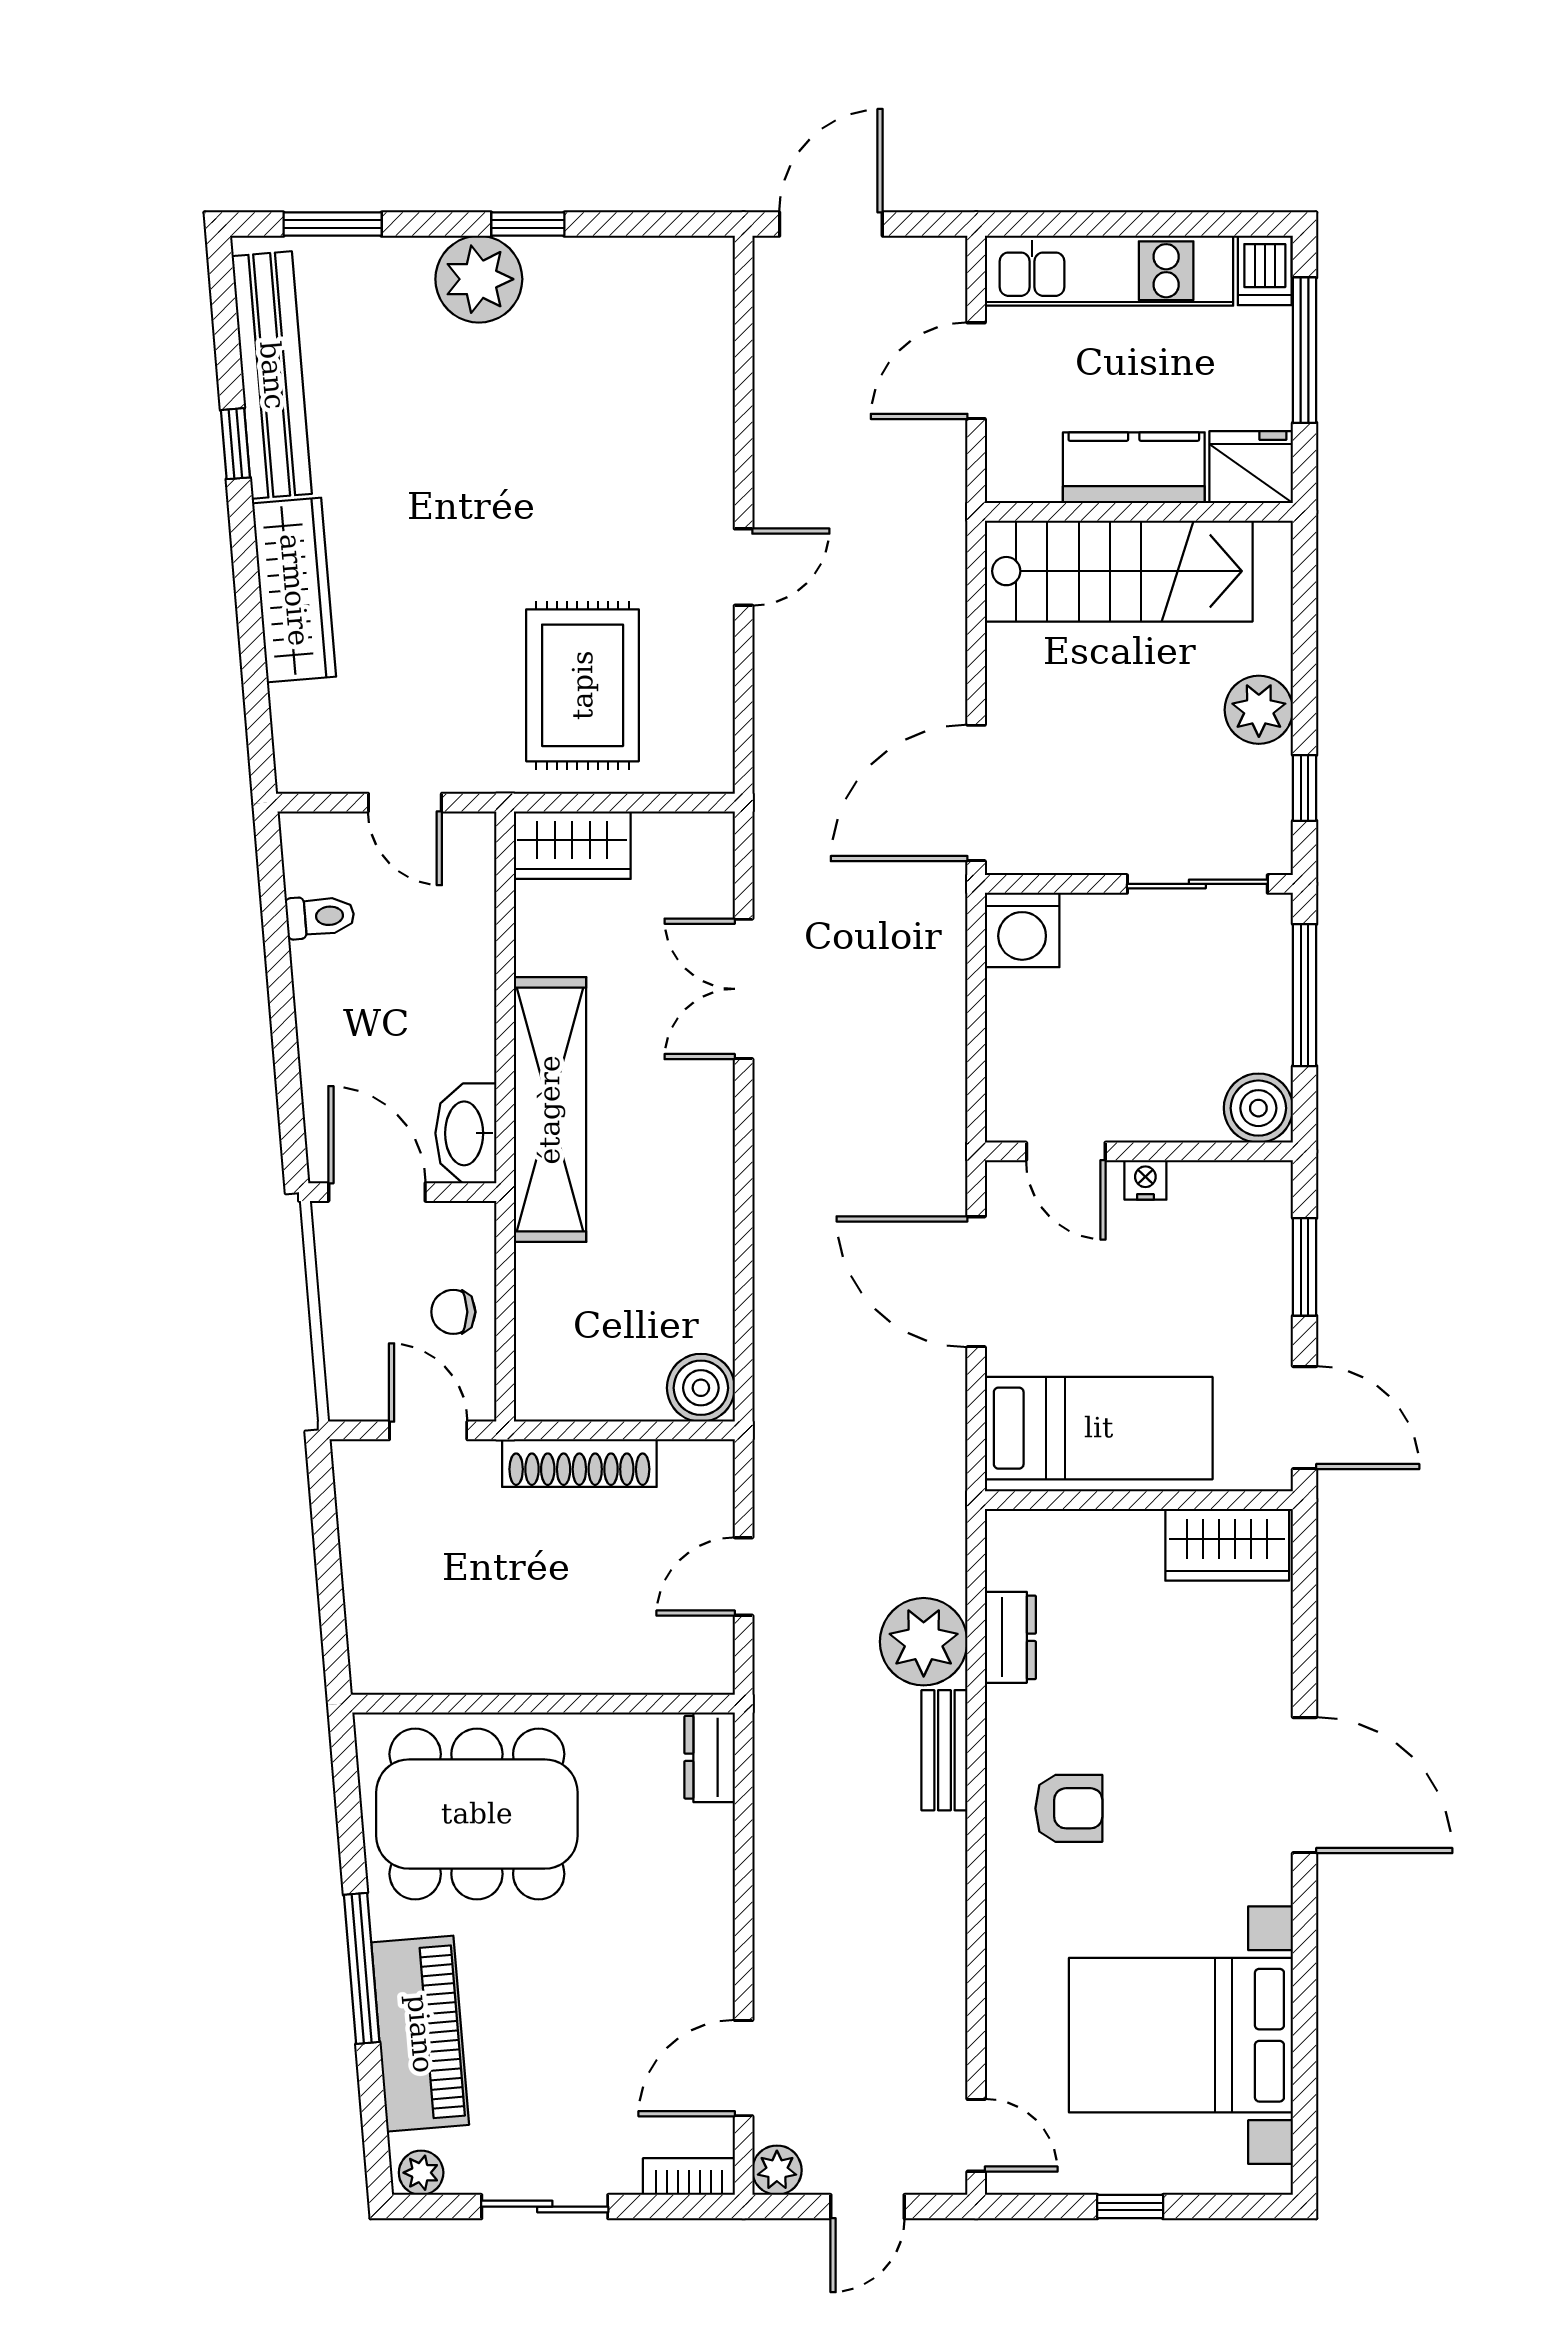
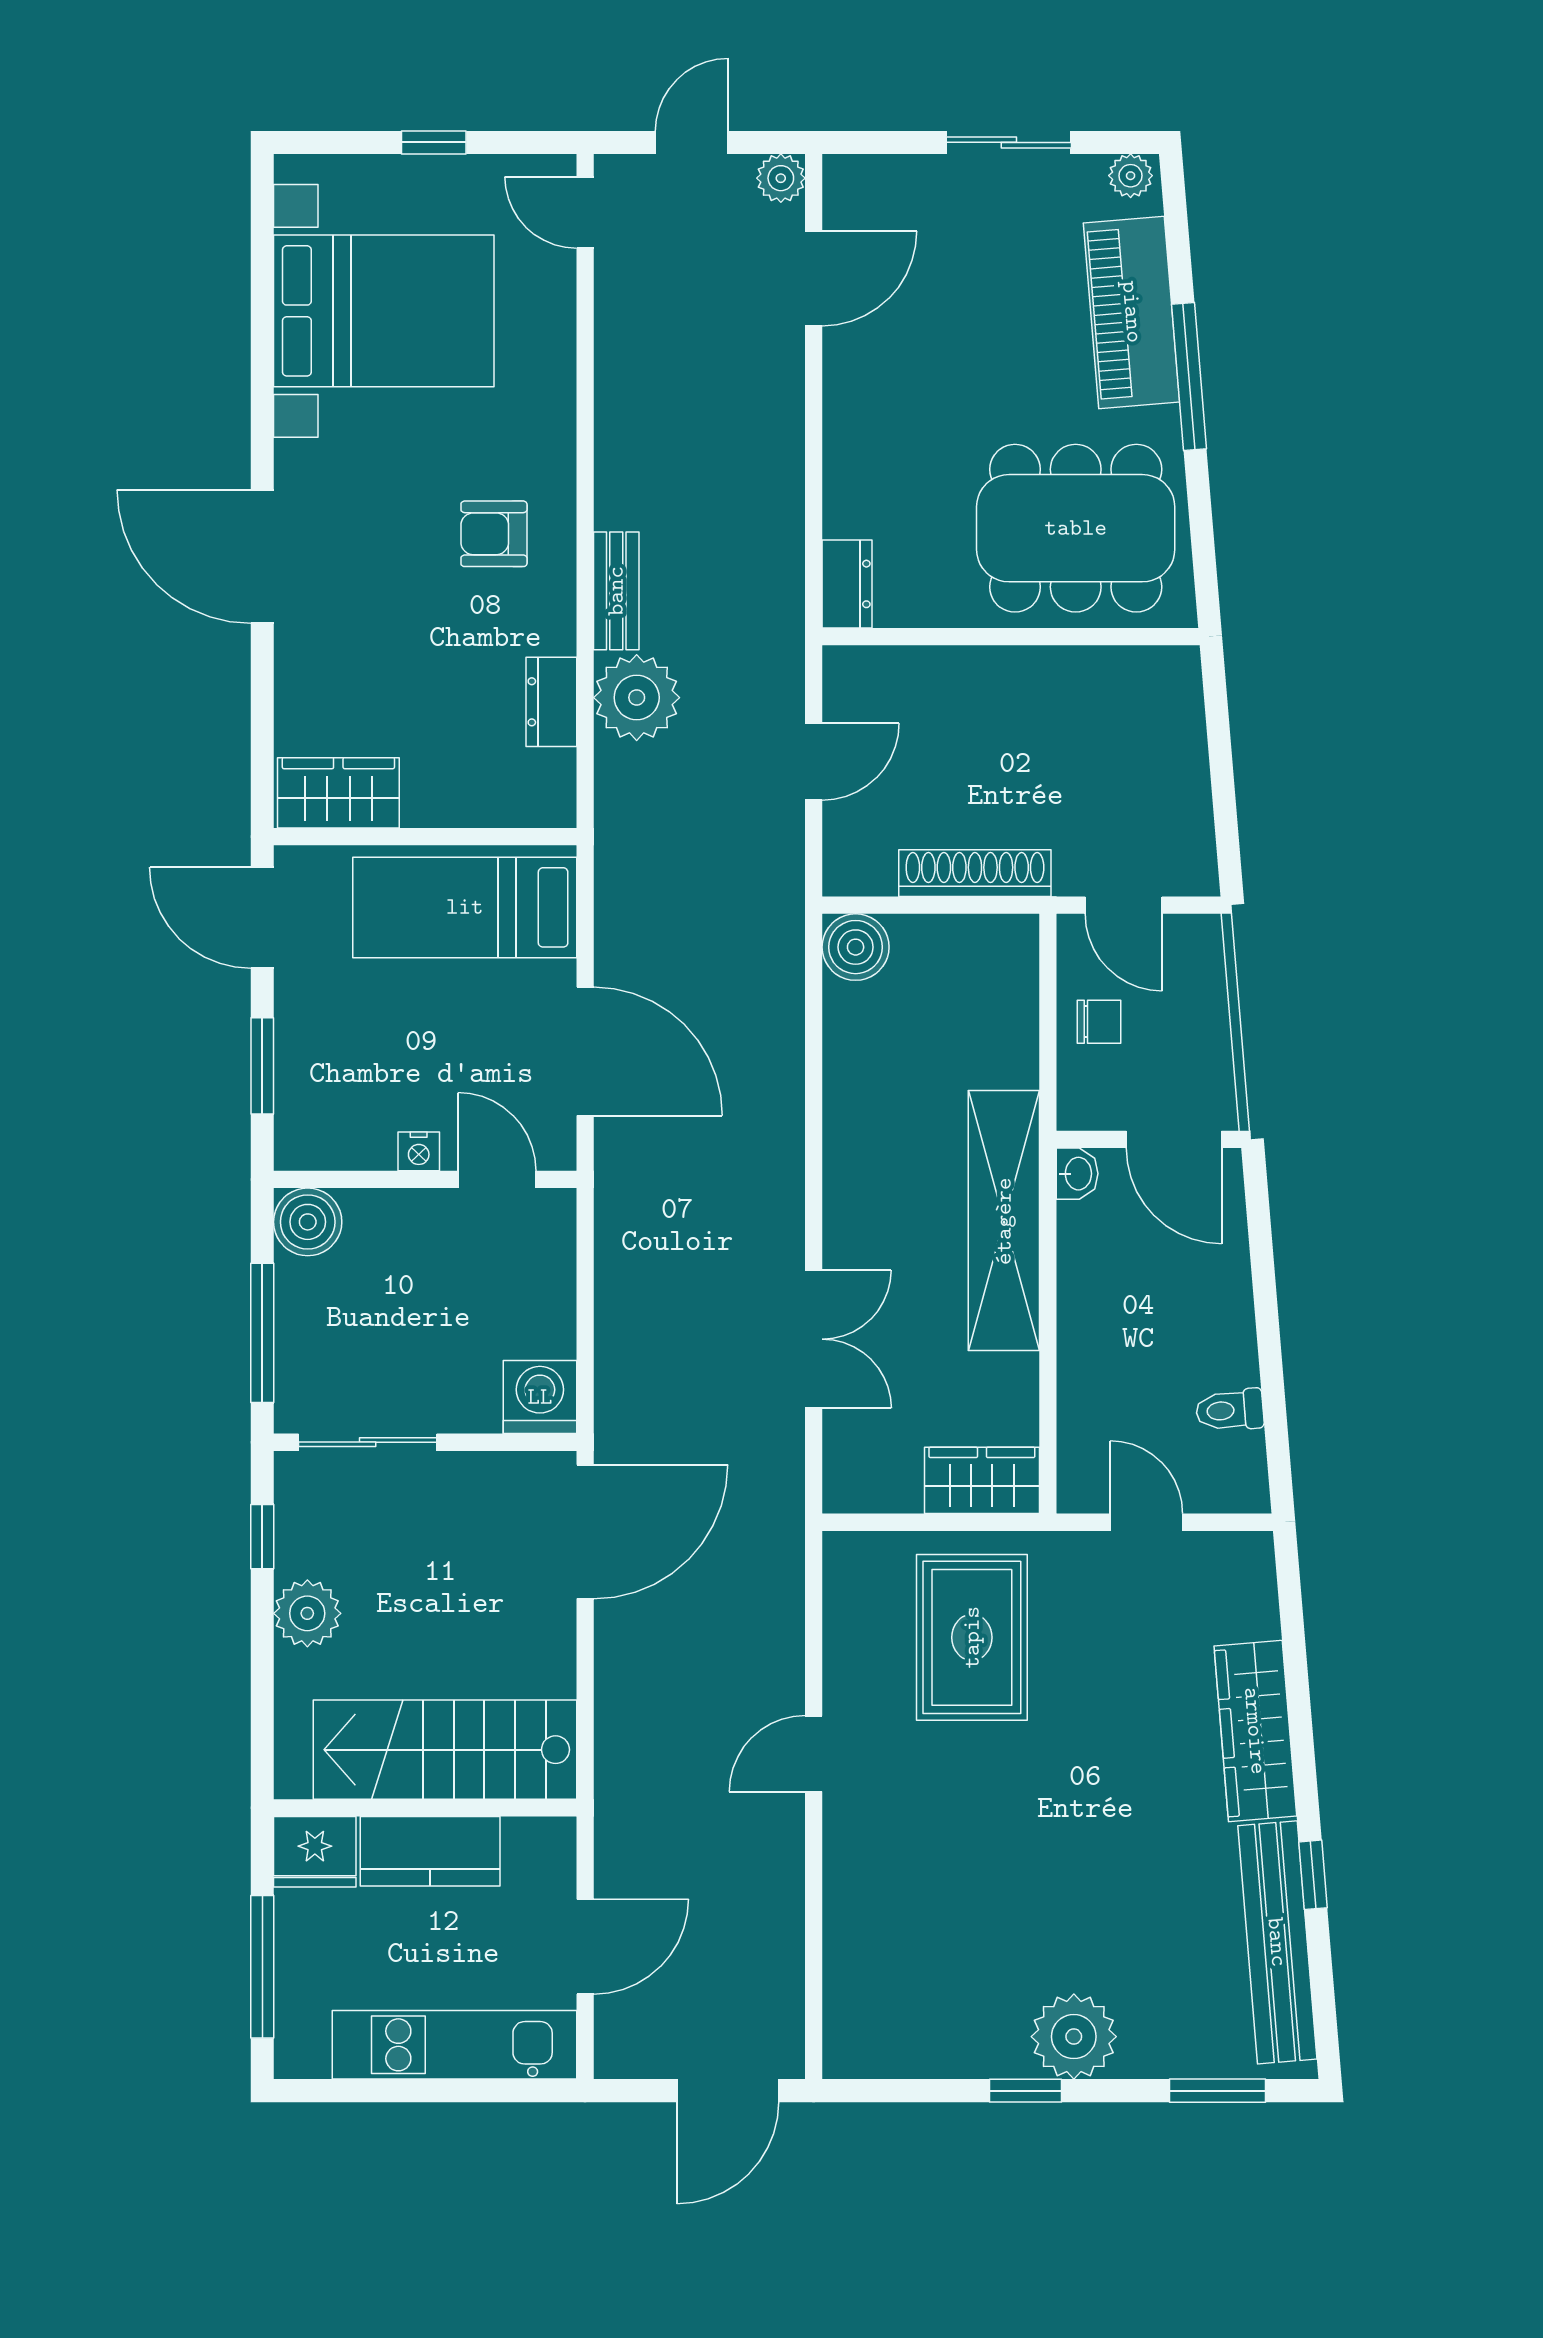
dishwasher: (1265, 270) -> (301, 2045), removed
washbasin: (466, 1133) -> (1077, 1174), width x0.52, depth x0.69
bookcase: (689, 2177) -> (867, 172), removed

